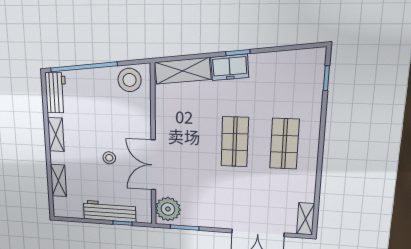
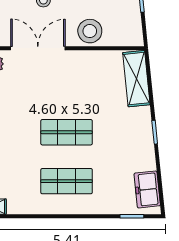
freezer: (230, 67) -> (147, 189), moved
stool: (130, 80) -> (90, 31), moved

